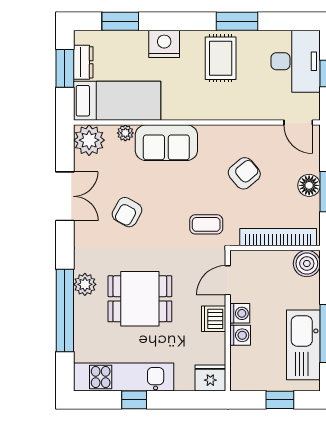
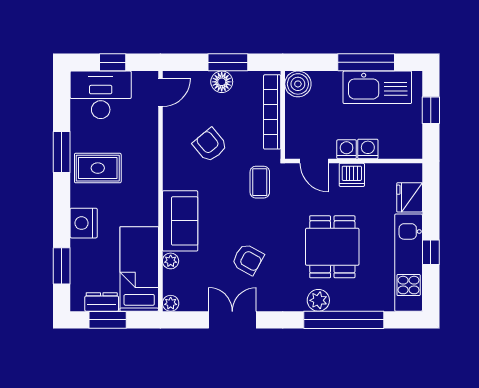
plant: (89, 140) -> (171, 303), width x0.53, depth x0.53
fridge: (210, 378) -> (410, 197), moved

